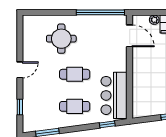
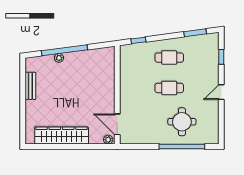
window: (100, 12) -> (182, 147), moved
plant: (154, 20) -> (108, 140), moved
bar counter: (114, 95) -> (132, 68), removed

